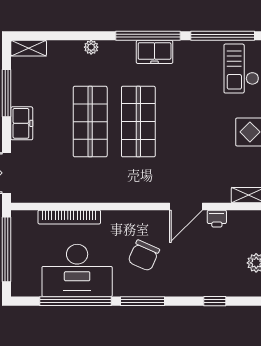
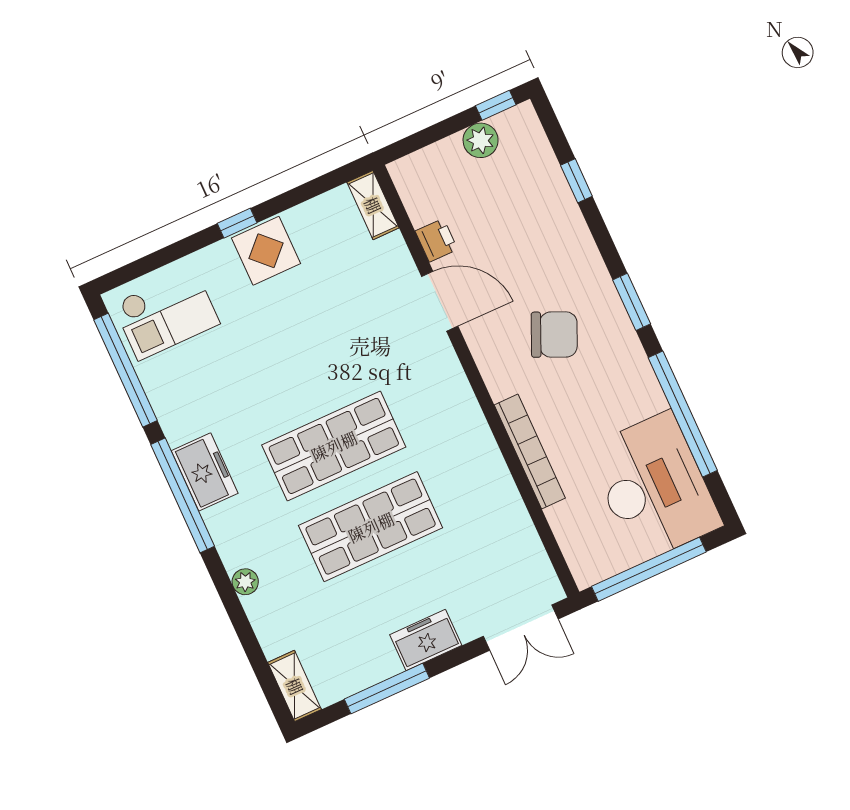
bookcase: (69, 217) -> (530, 451), moved
desk: (77, 270) -> (654, 487), moved
window: (142, 301) -> (632, 302), width x0.69

